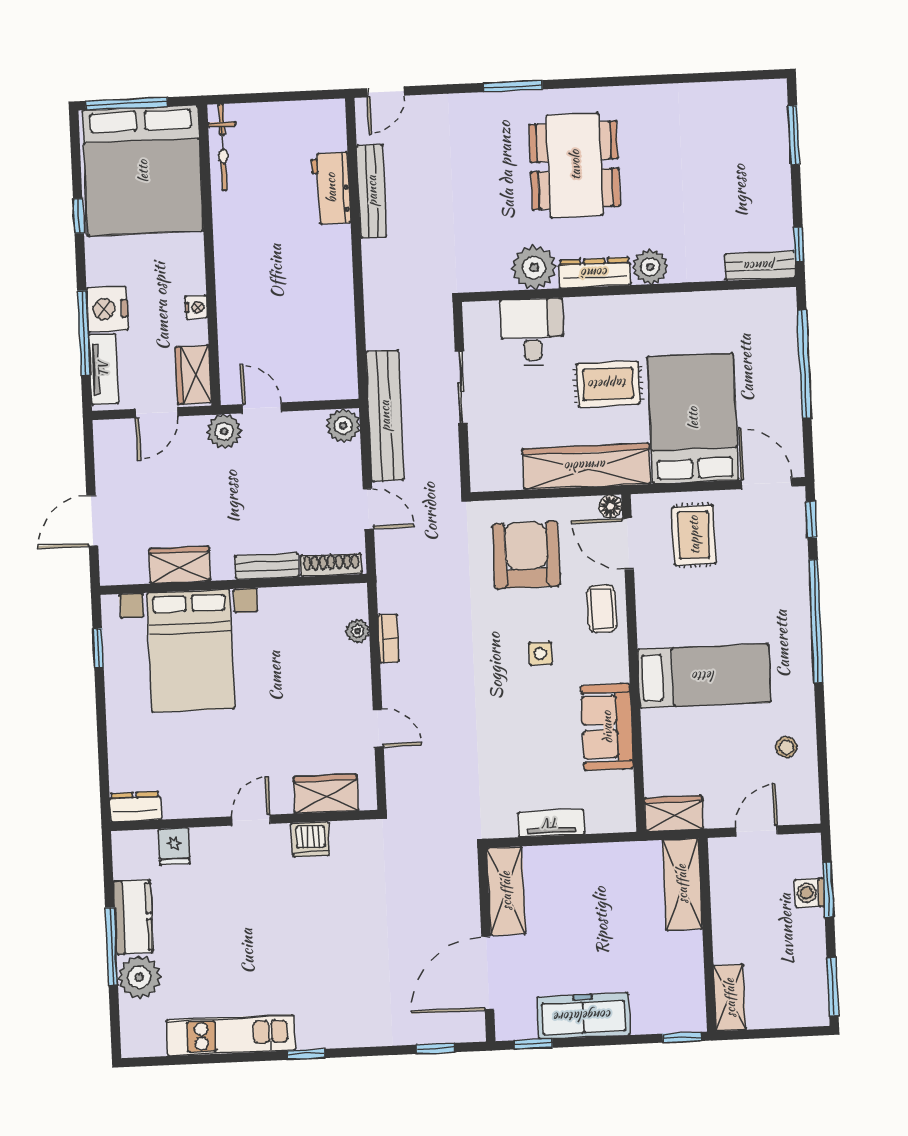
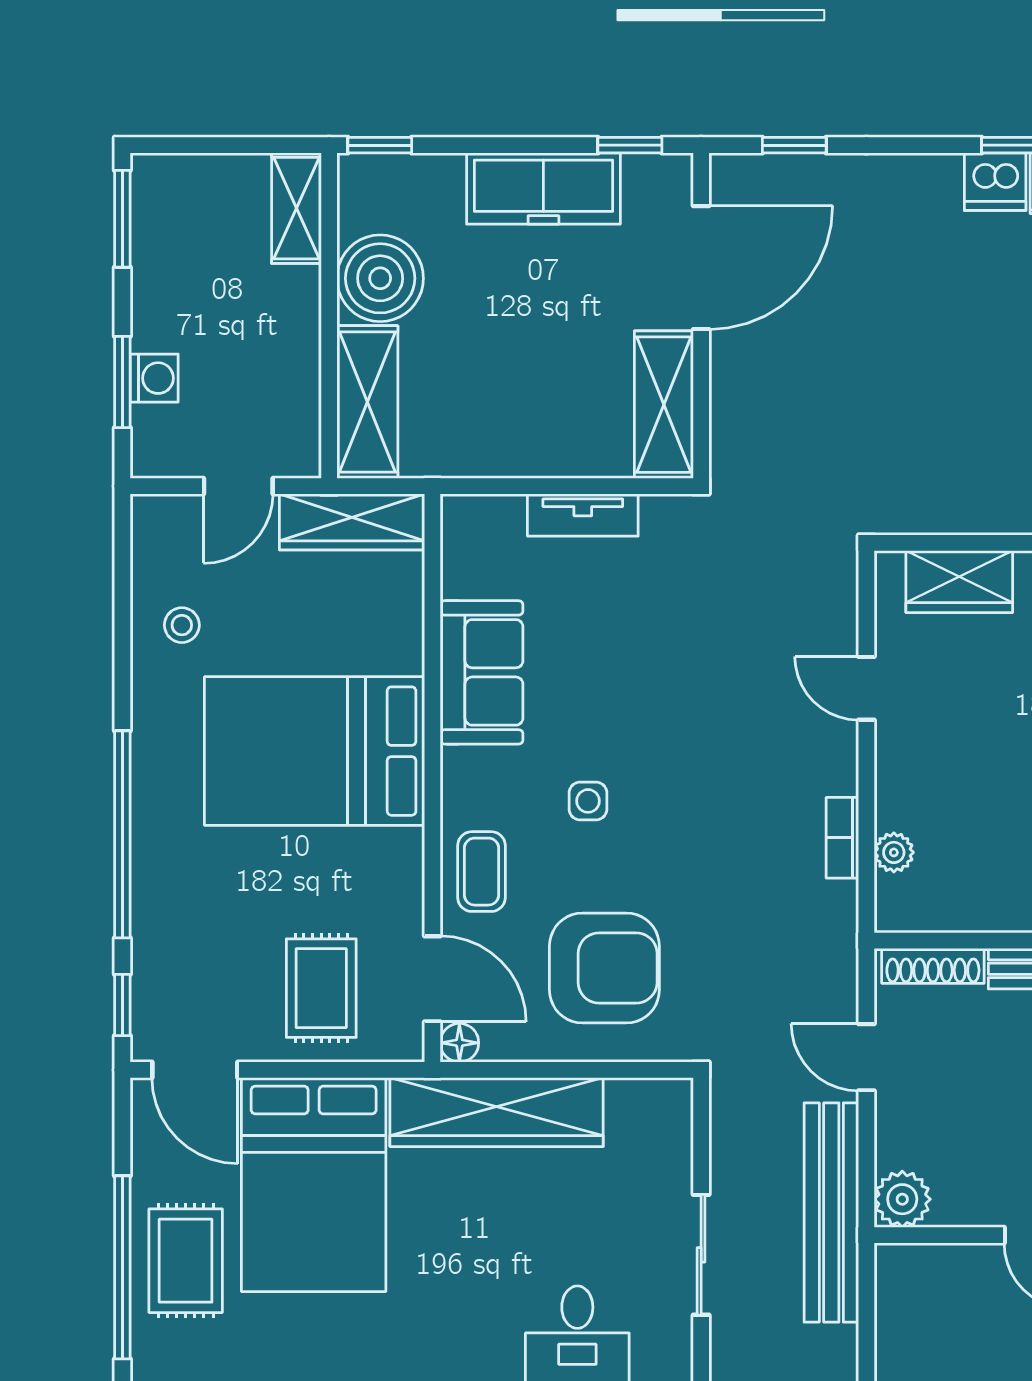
rug: (608, 384) -> (186, 1261), moved, turned 90
armchair: (526, 555) -> (604, 968), turned -90
bed: (704, 676) -> (315, 751), width x1.50
wardrobe: (674, 813) -> (352, 522), width x1.50
dishwasher: (311, 839) -> (995, 182), moved, turned 180
boiler: (678, 958) -> (380, 278), added

